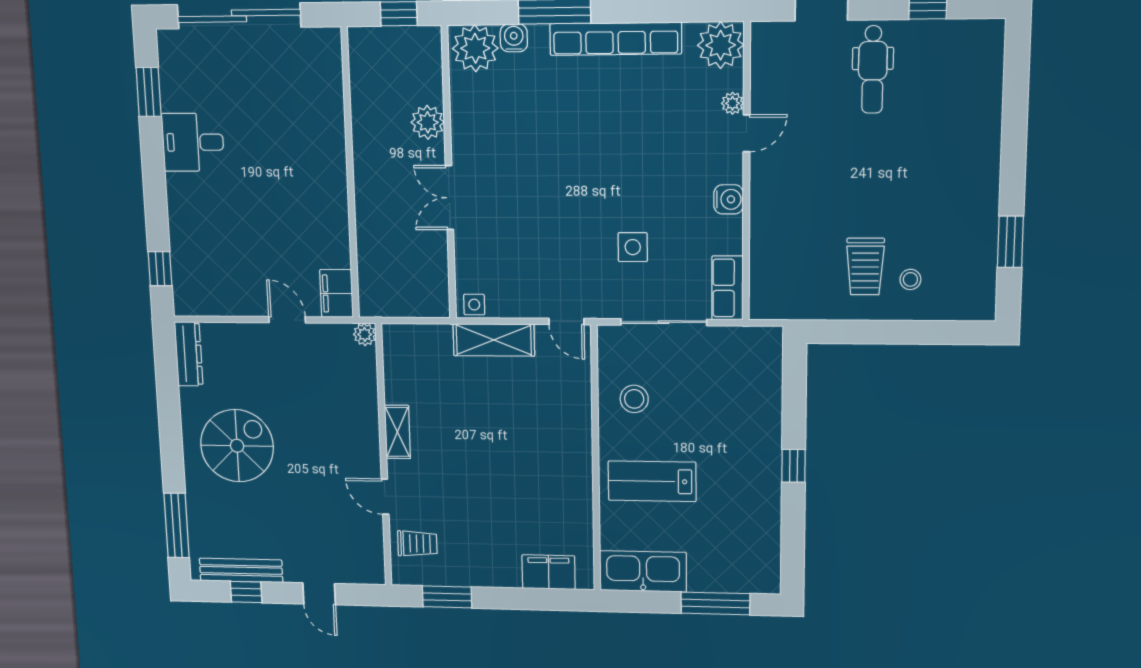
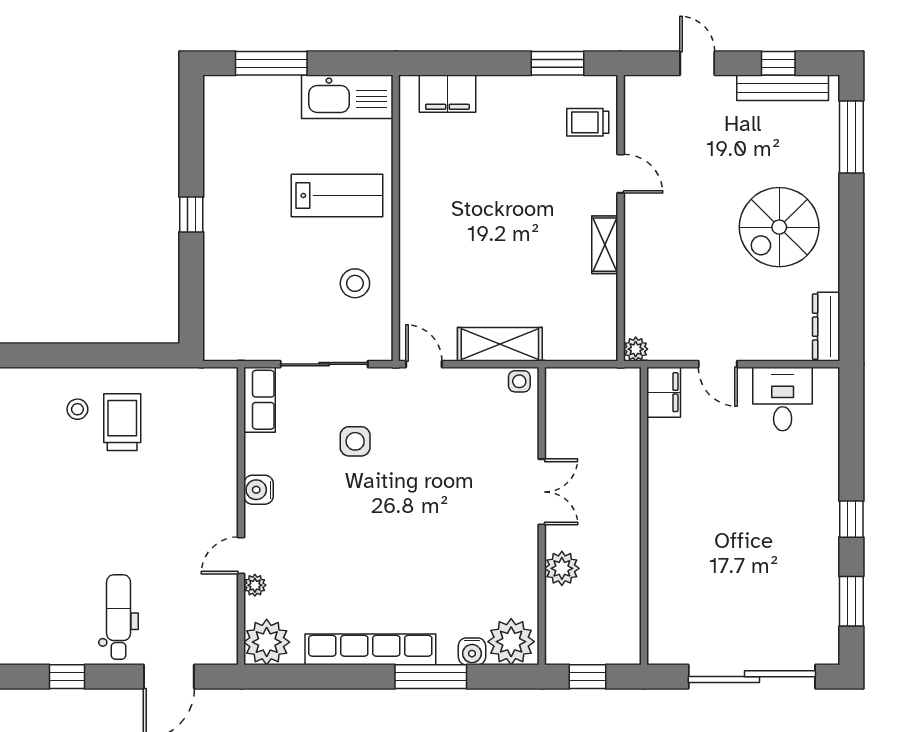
desk: (193, 142) -> (783, 399), moved, turned -90
window: (160, 269) -> (851, 519), moved

